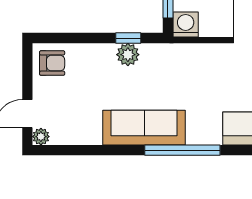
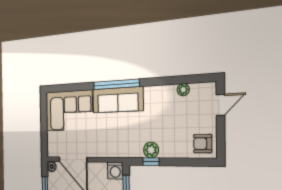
sofa: (144, 128) -> (118, 100), moved
plant: (41, 137) -> (183, 90), moved

